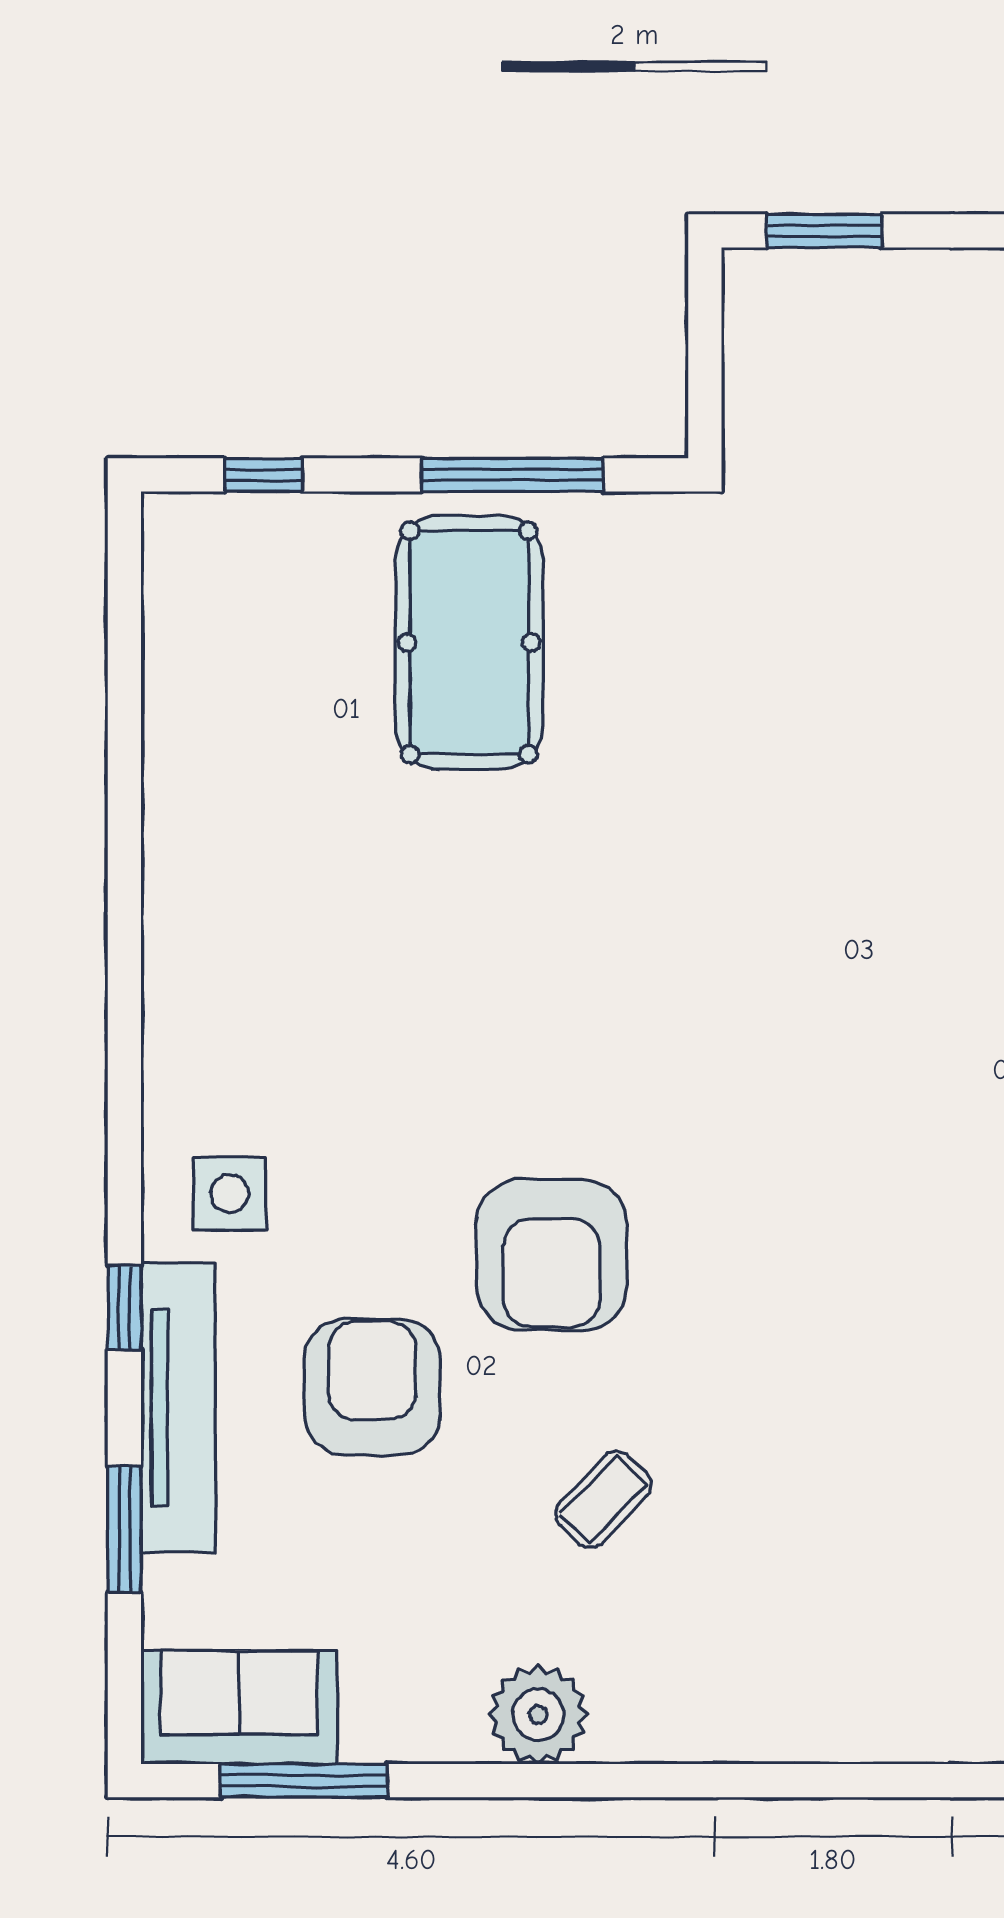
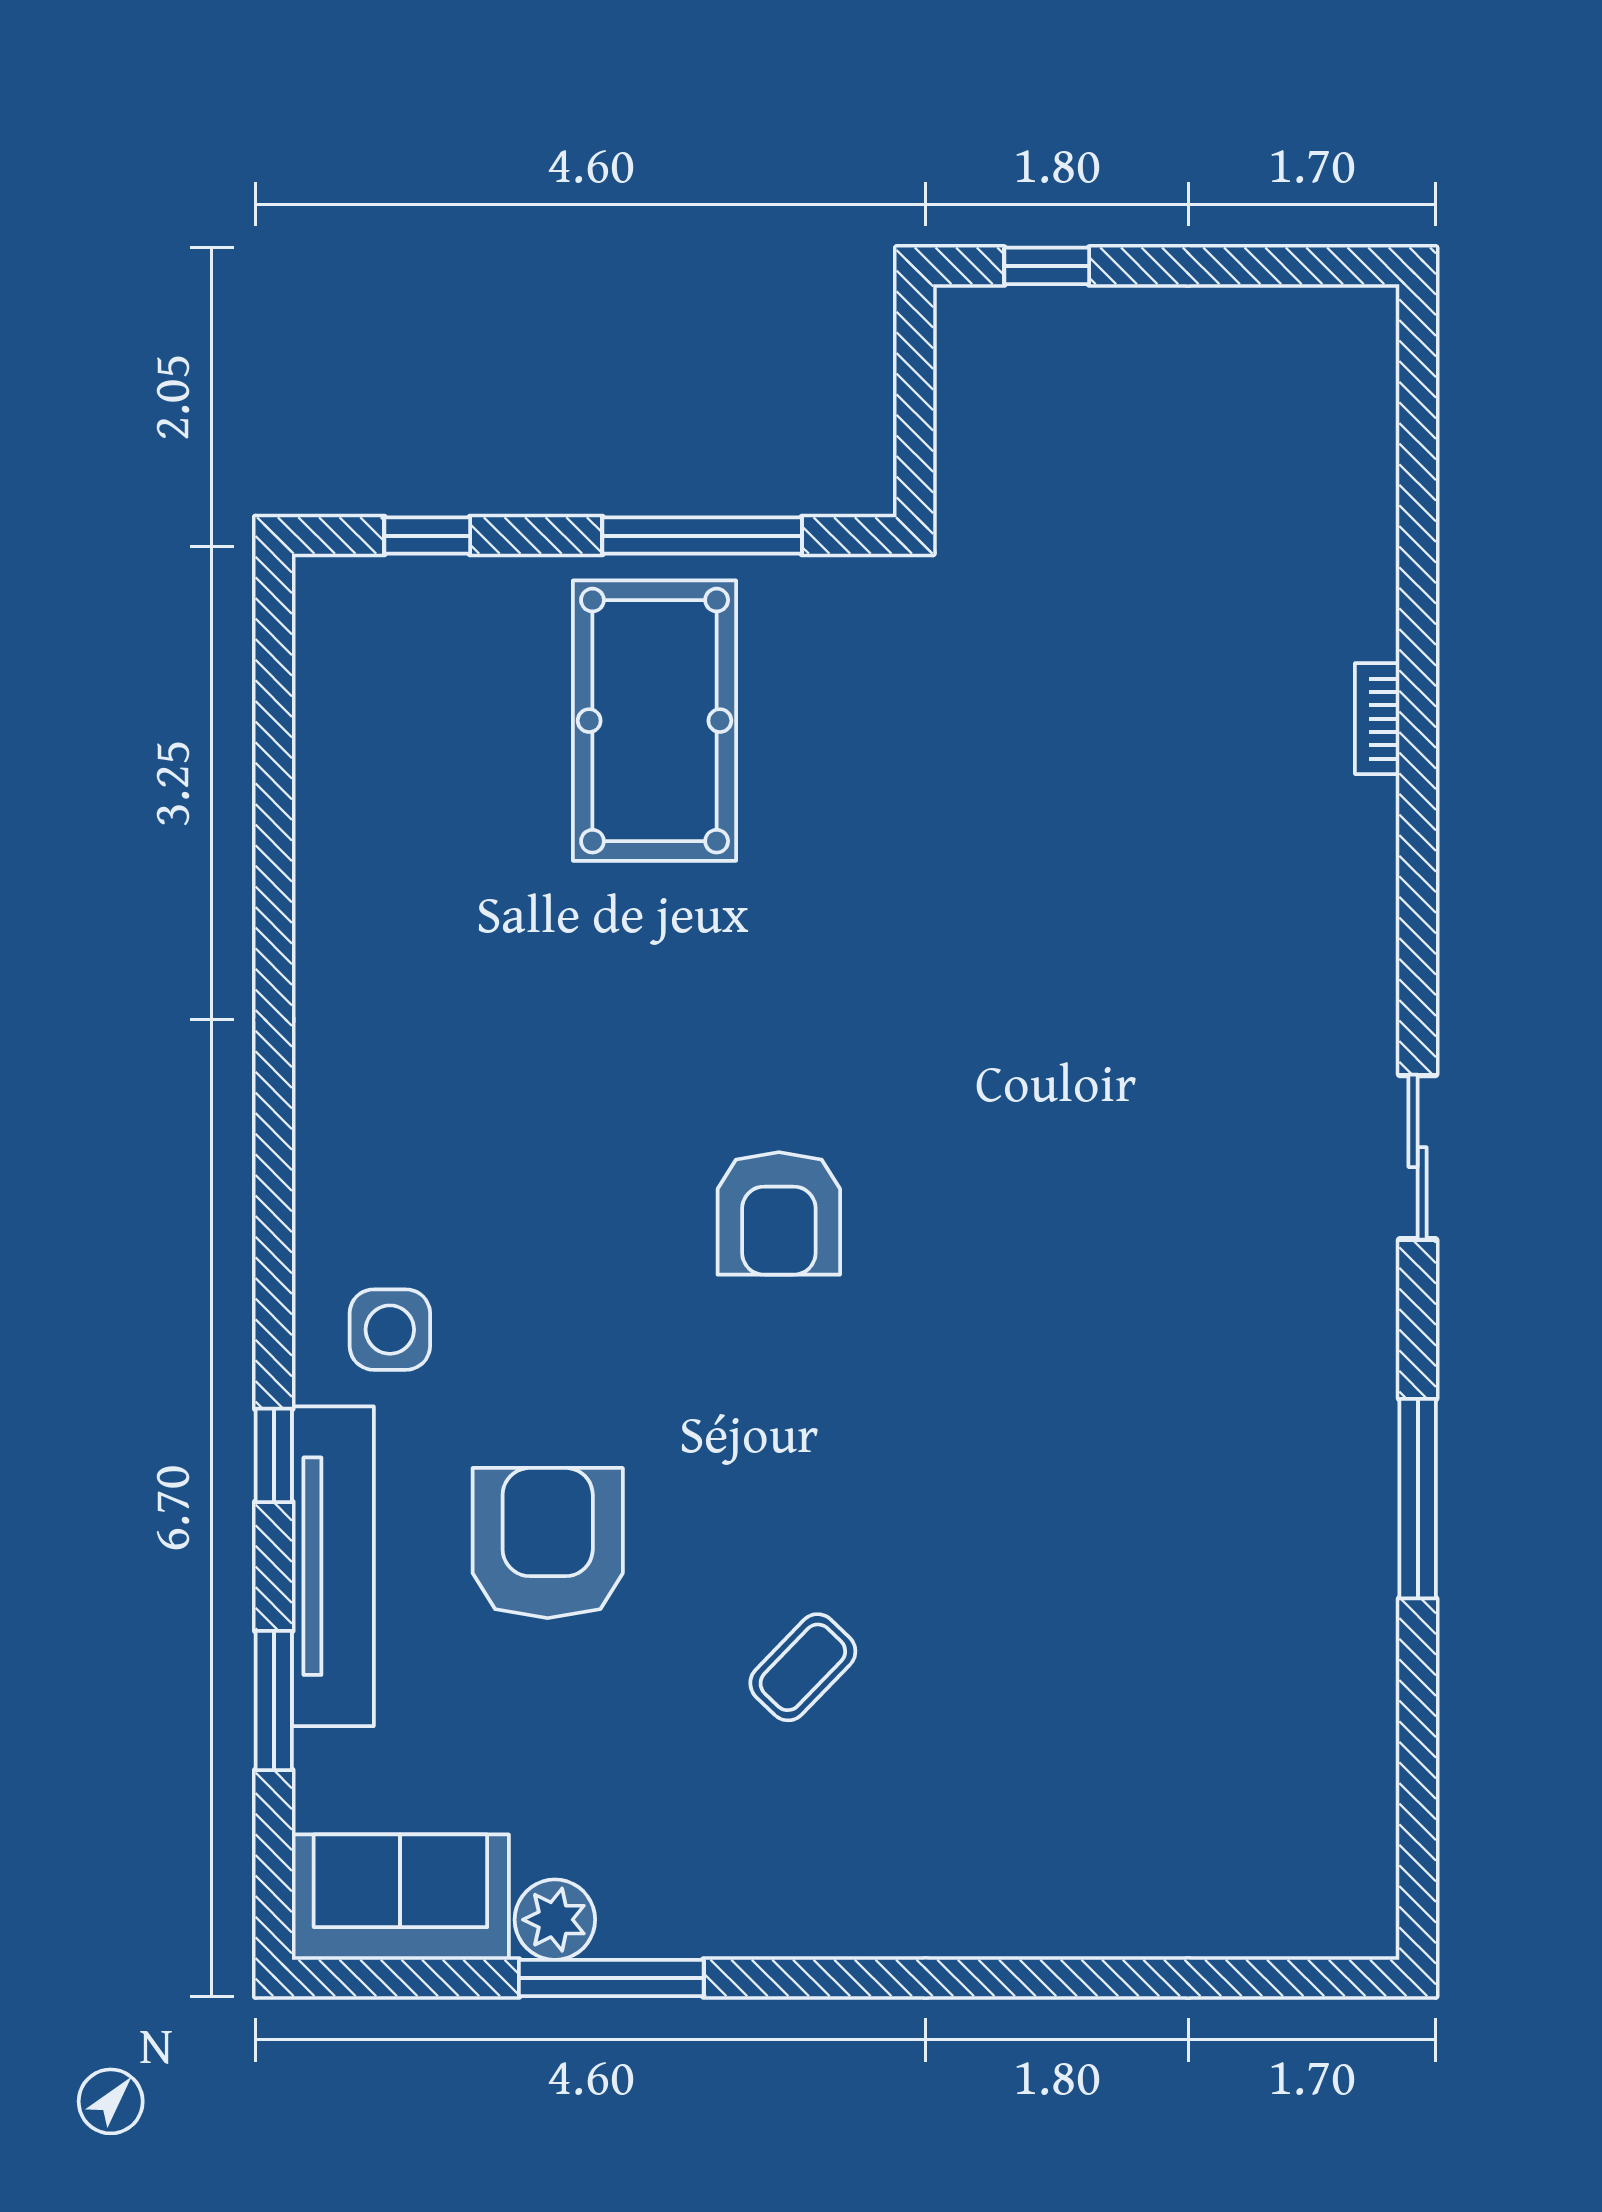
window: (824, 231) -> (1047, 266), width x0.67
armchair: (551, 1255) -> (779, 1213), moved, width x0.73, depth x0.73
plant: (538, 1715) -> (555, 1920), moved, width x0.73, depth x0.73
window: (304, 1781) -> (611, 1978), moved

